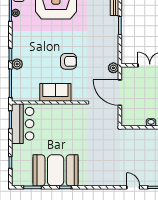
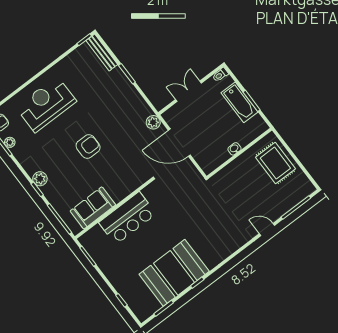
armchair: (69, 61) -> (88, 147), moved
plant: (17, 64) -> (40, 179), moved
sofa: (55, 92) -> (93, 208), moved
bar counter: (23, 124) -> (127, 218), moved, turned 90

